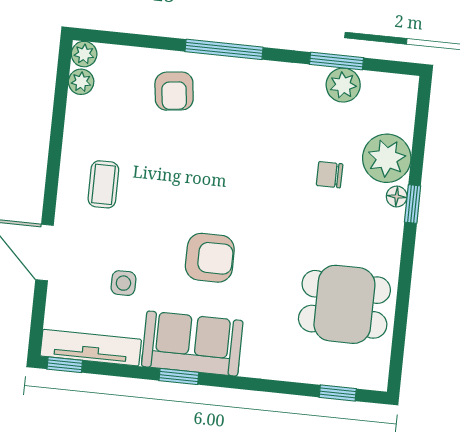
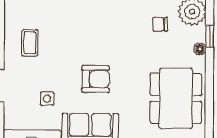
floor lamp: (397, 196) -> (200, 49), moved
dining table: (344, 304) -> (176, 98), width x1.38

